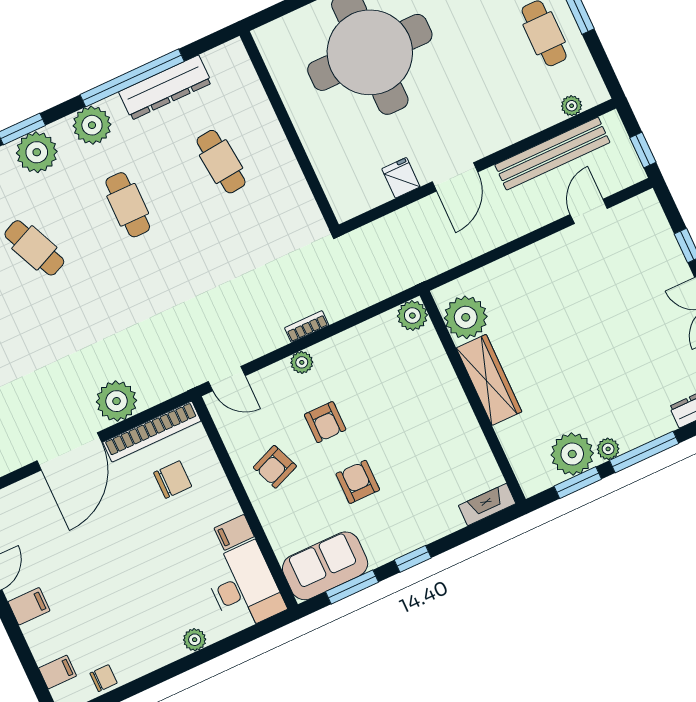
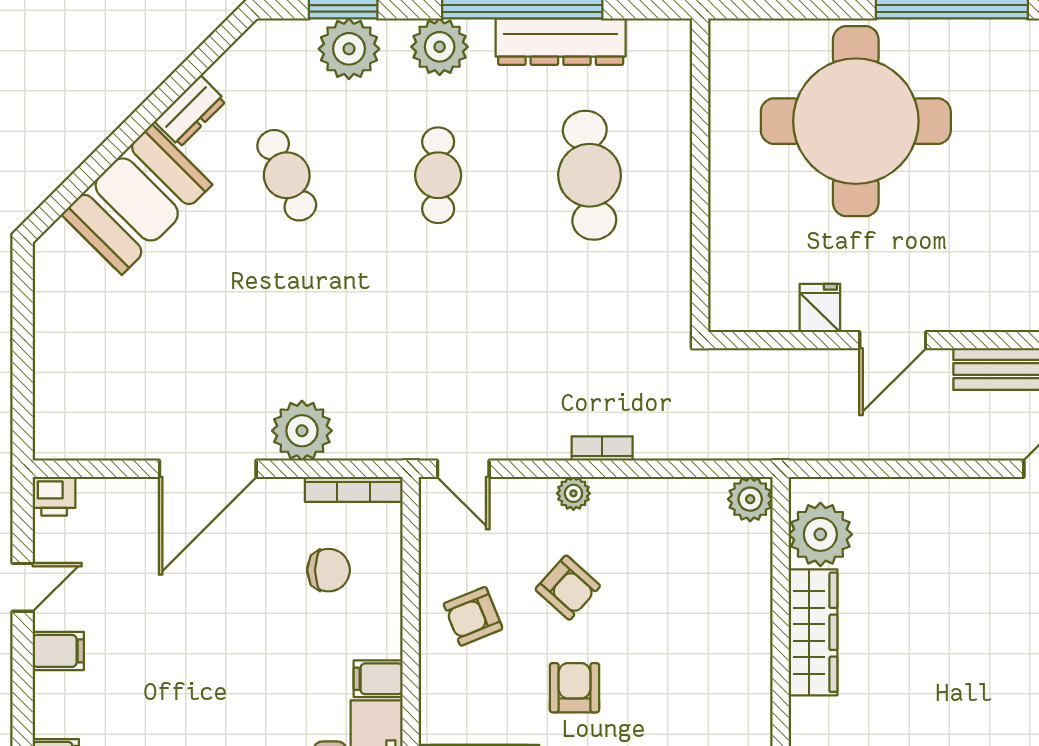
cafe table: (221, 162) -> (590, 175), width x1.37, depth x1.35
armchair: (325, 422) -> (568, 588), turned -48
bookcase: (152, 432) -> (354, 489), width x0.68, depth x0.76

